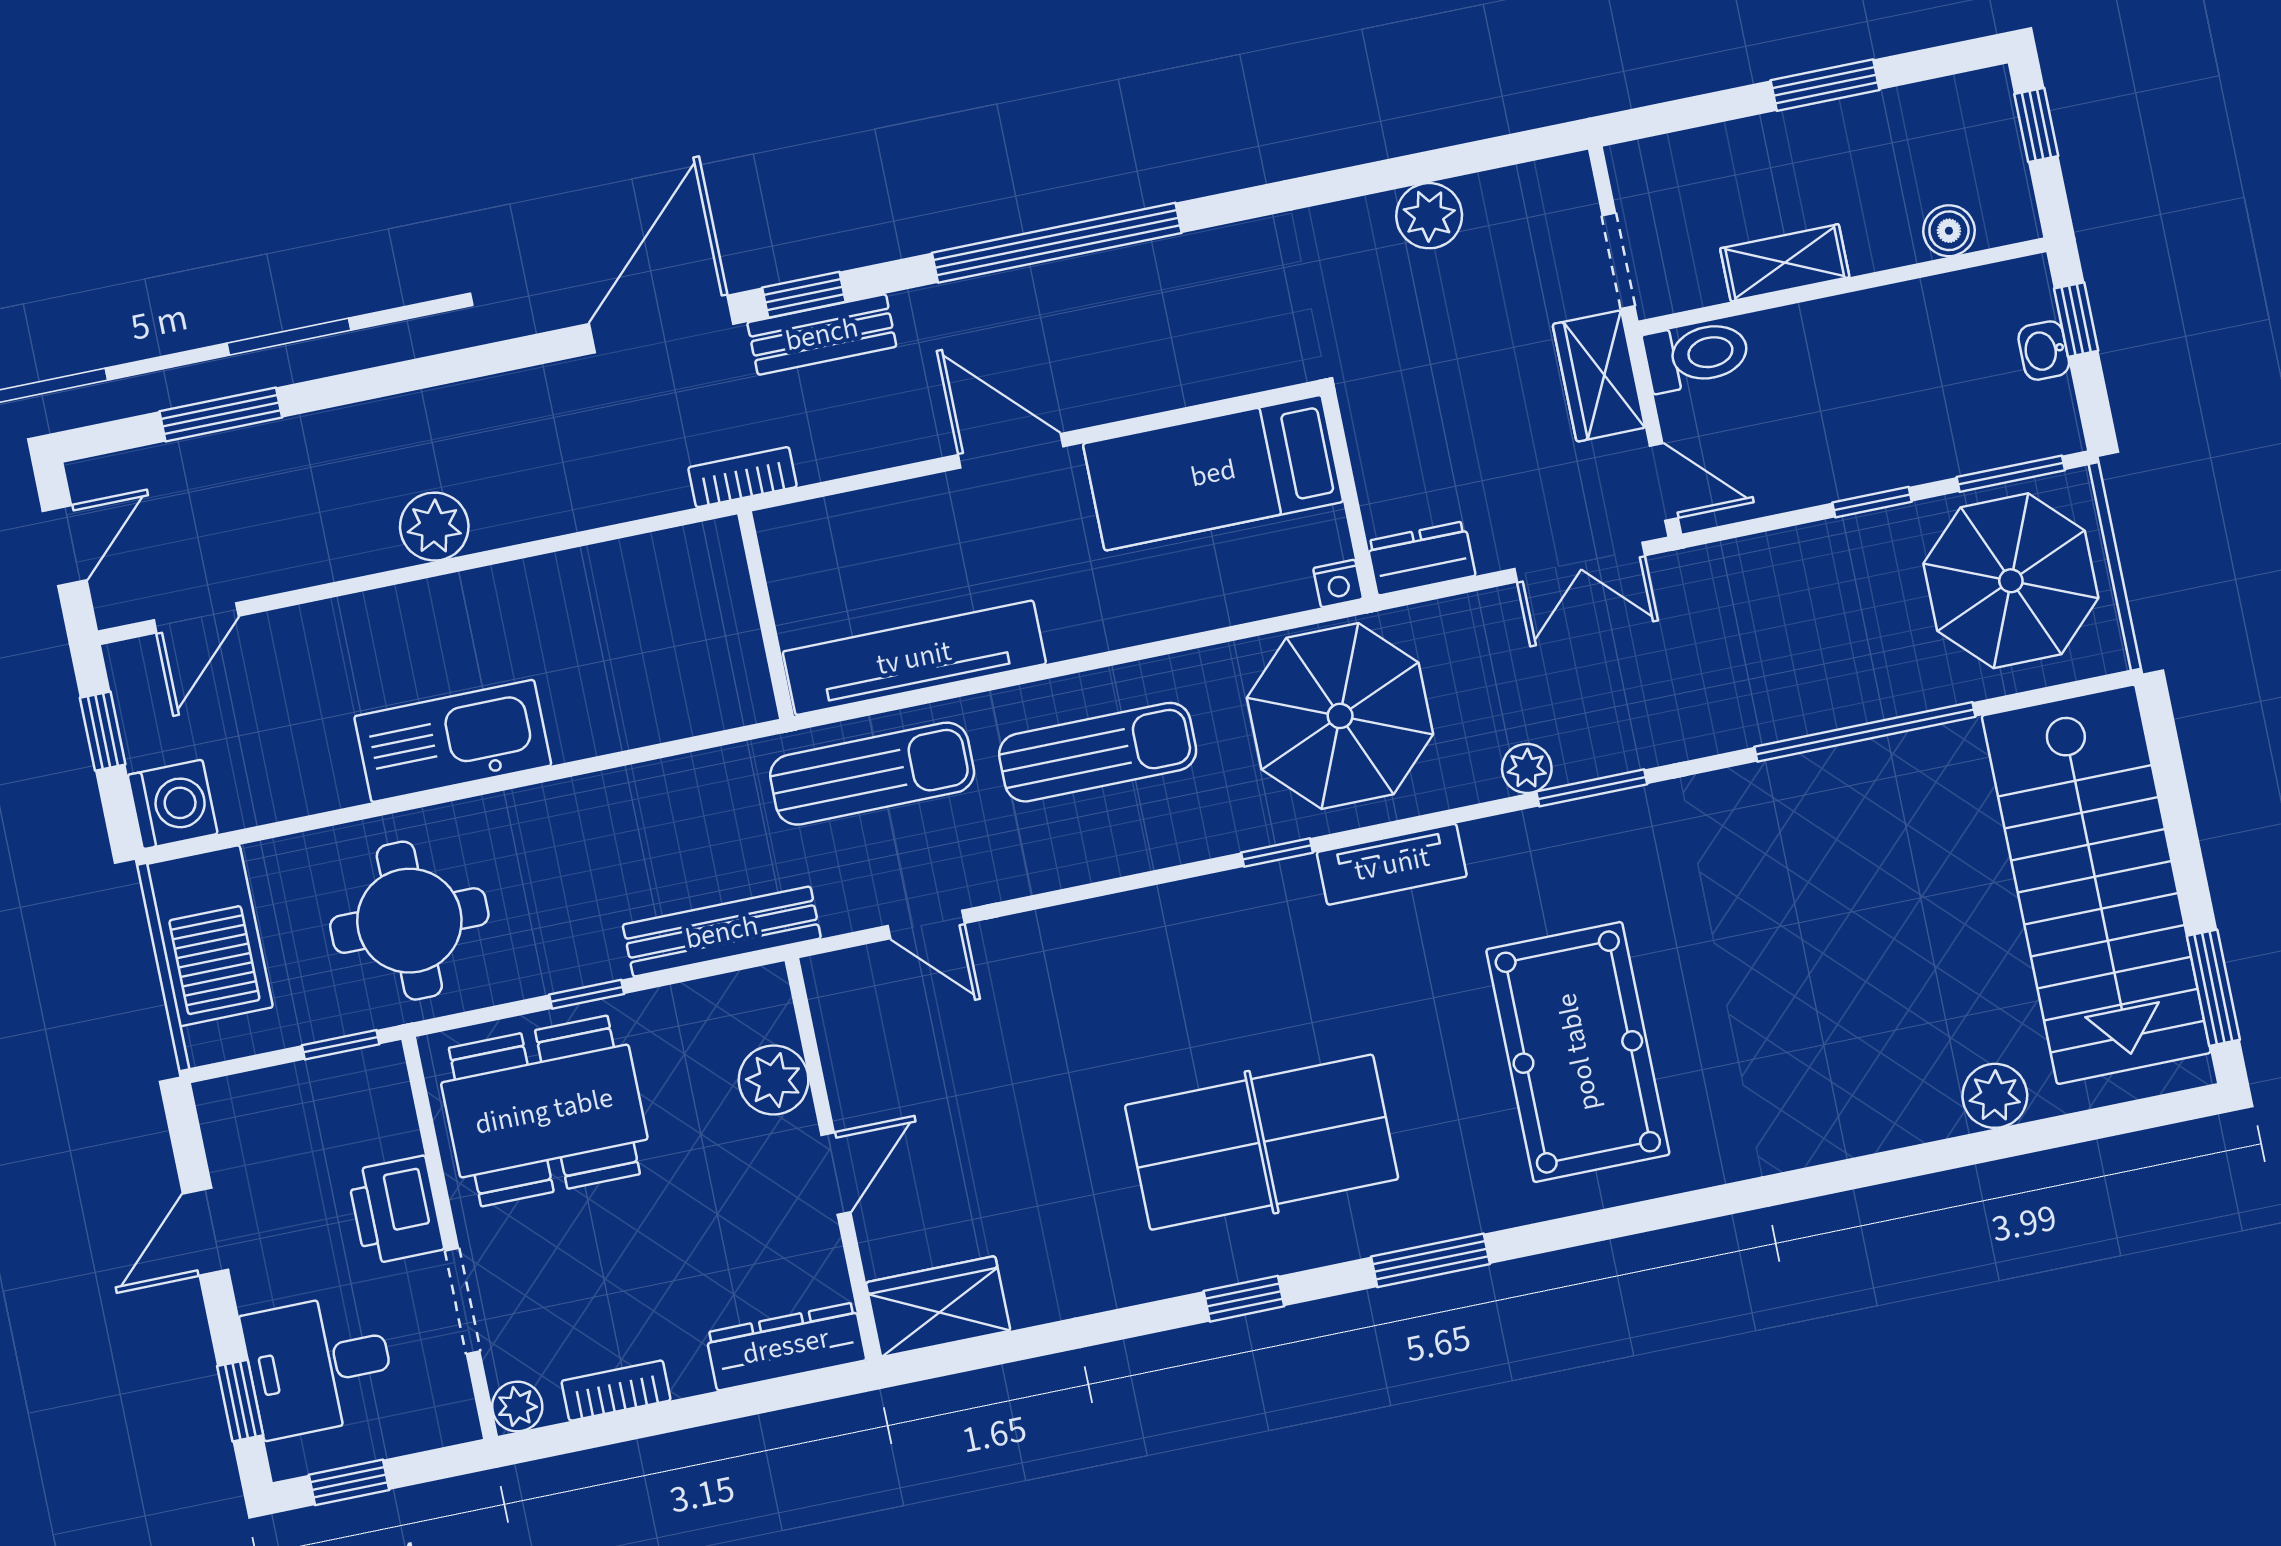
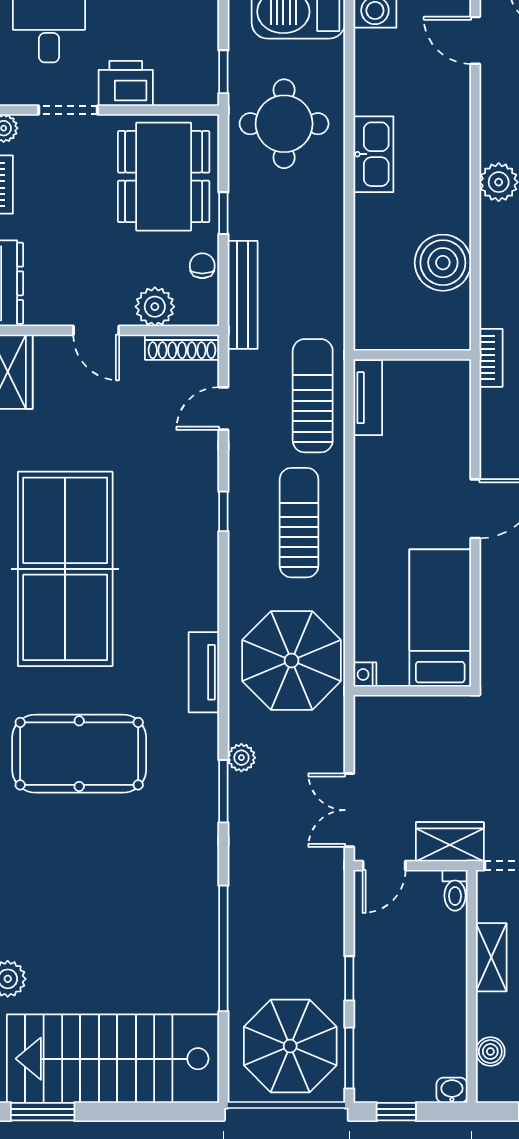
window: (2076, 320) -> (396, 1112), moved
washbasin: (2044, 351) -> (452, 1090), moved
toilet: (1697, 355) -> (455, 890), width x0.73, depth x0.72
dresser: (1421, 558) -> (369, 723), removed
boiler: (594, 595) -> (443, 263), added
tv unit: (914, 658) -> (368, 398), width x0.52, depth x0.78
kitchen sink: (453, 741) -> (373, 154), width x0.73, depth x0.81
sun lounger: (1098, 752) -> (299, 523), turned 180
sun lounger: (872, 774) -> (313, 396), turned 180
window: (1277, 853) -> (223, 511), moved
chair: (686, 1012) -> (202, 266), added
shoe rack: (834, 1018) -> (182, 347), added
table tennis table: (1262, 1142) -> (65, 569), width x1.36, depth x1.32

